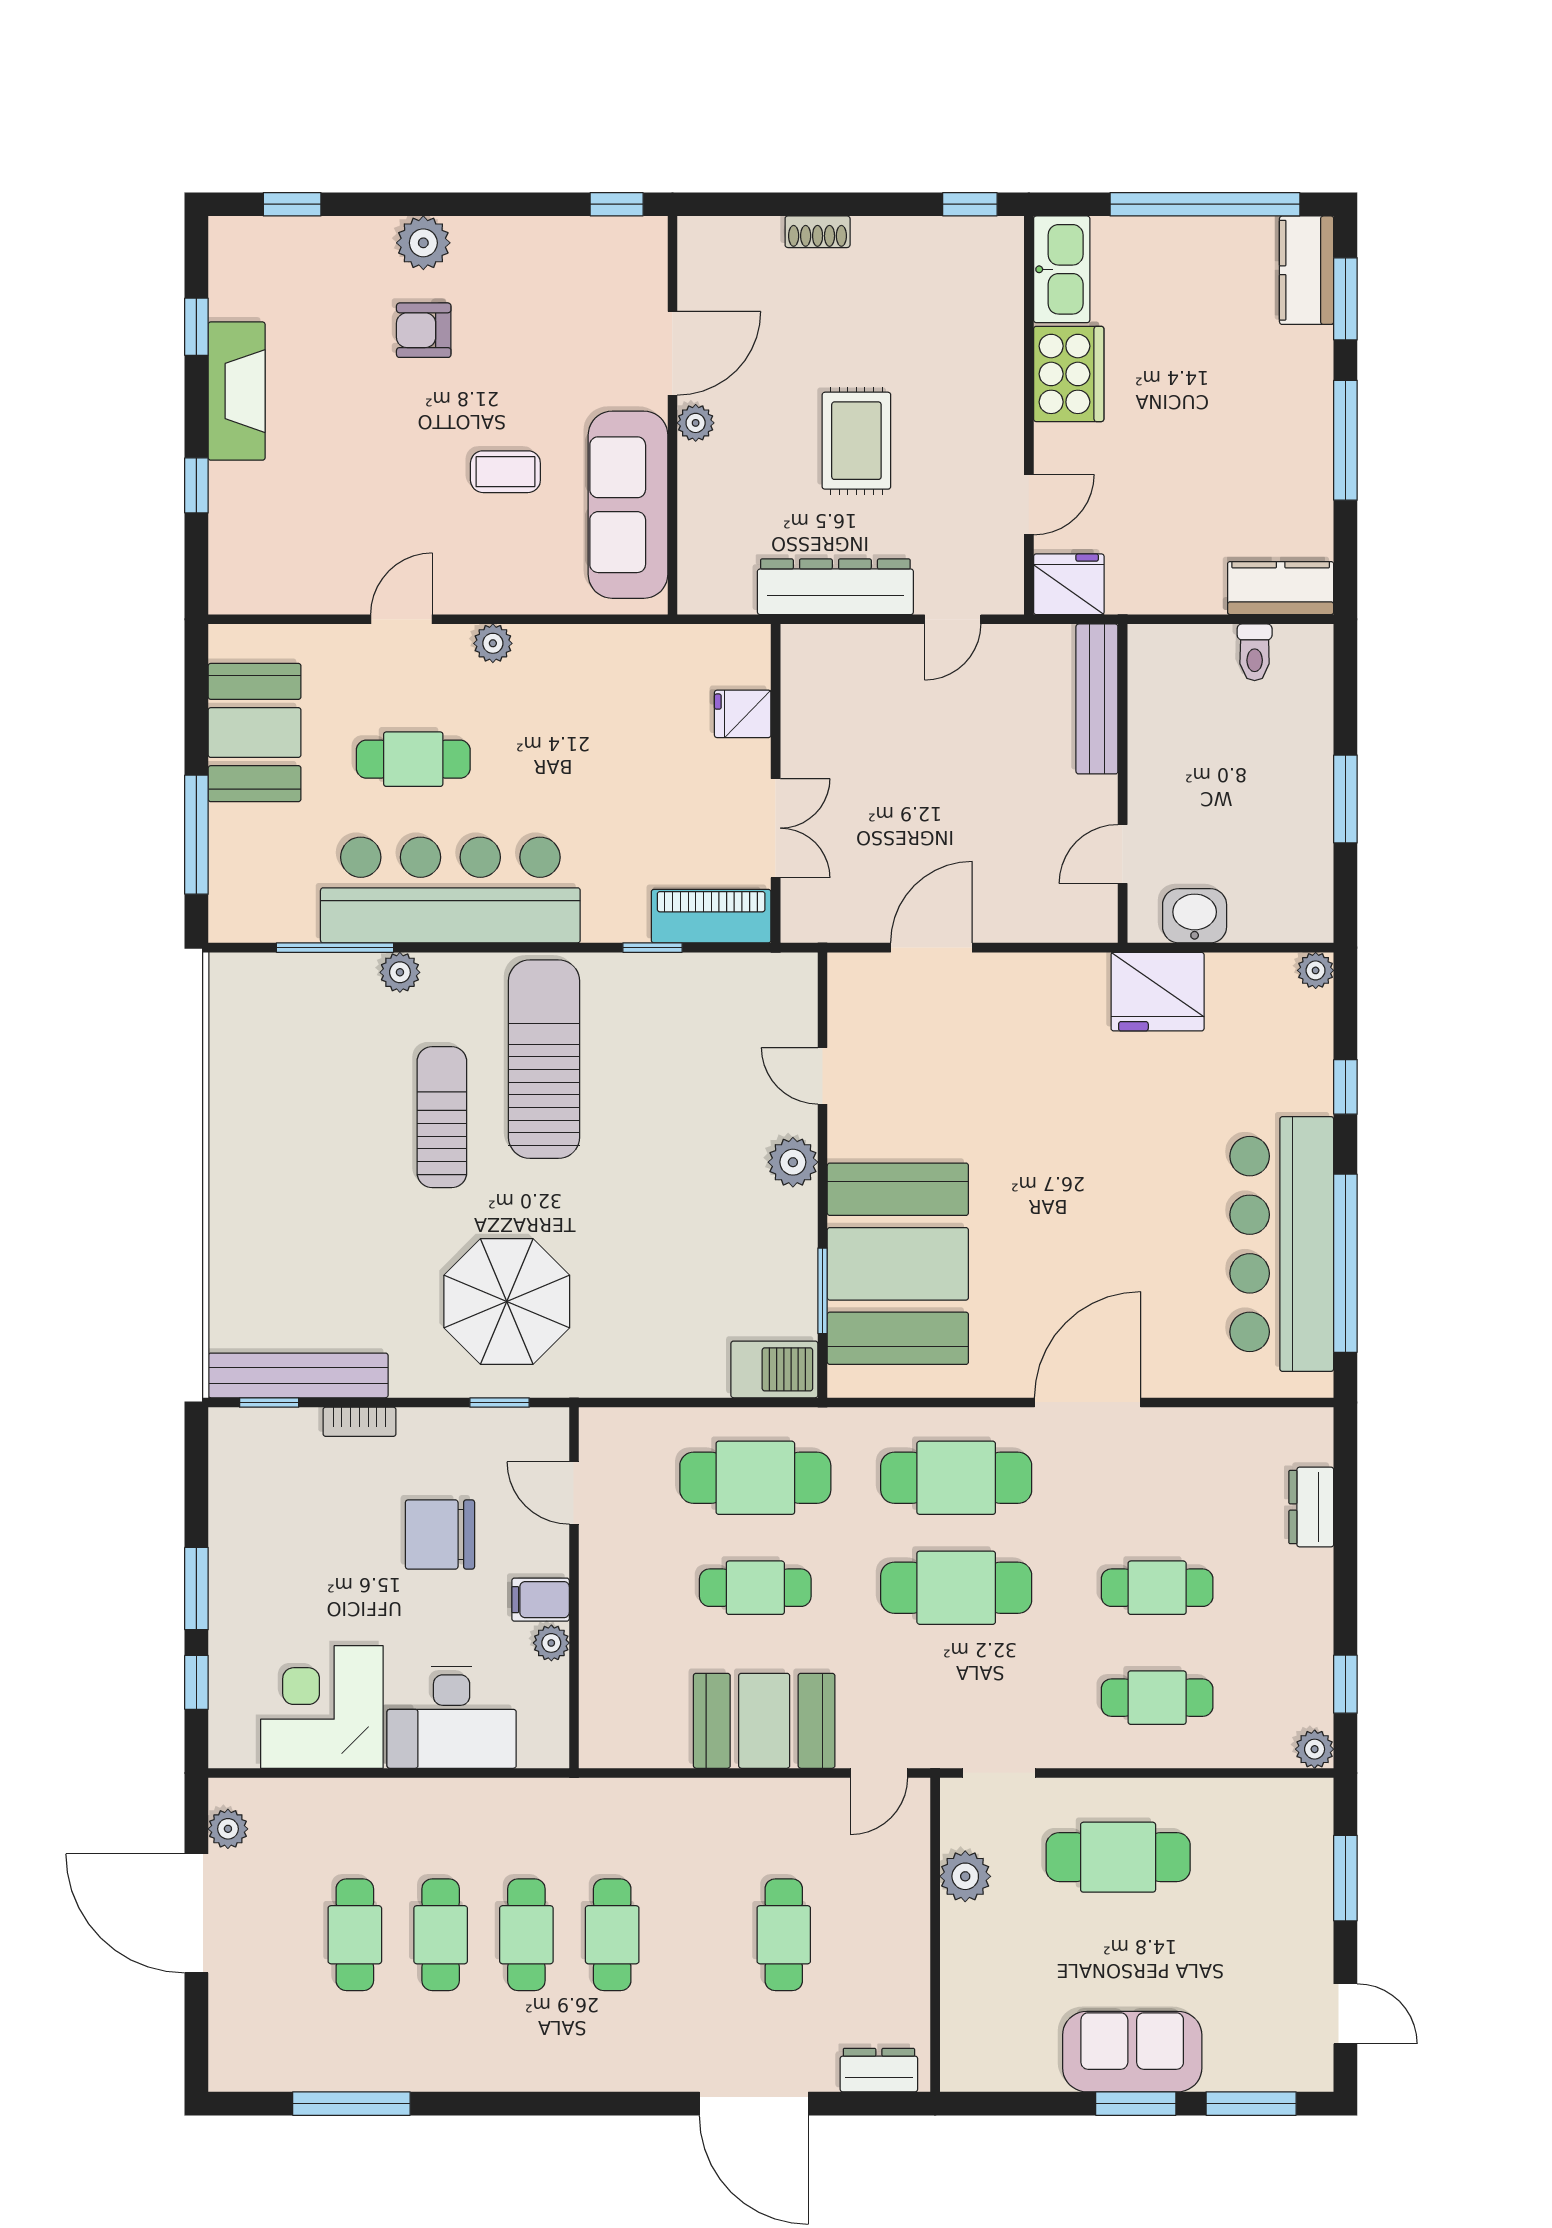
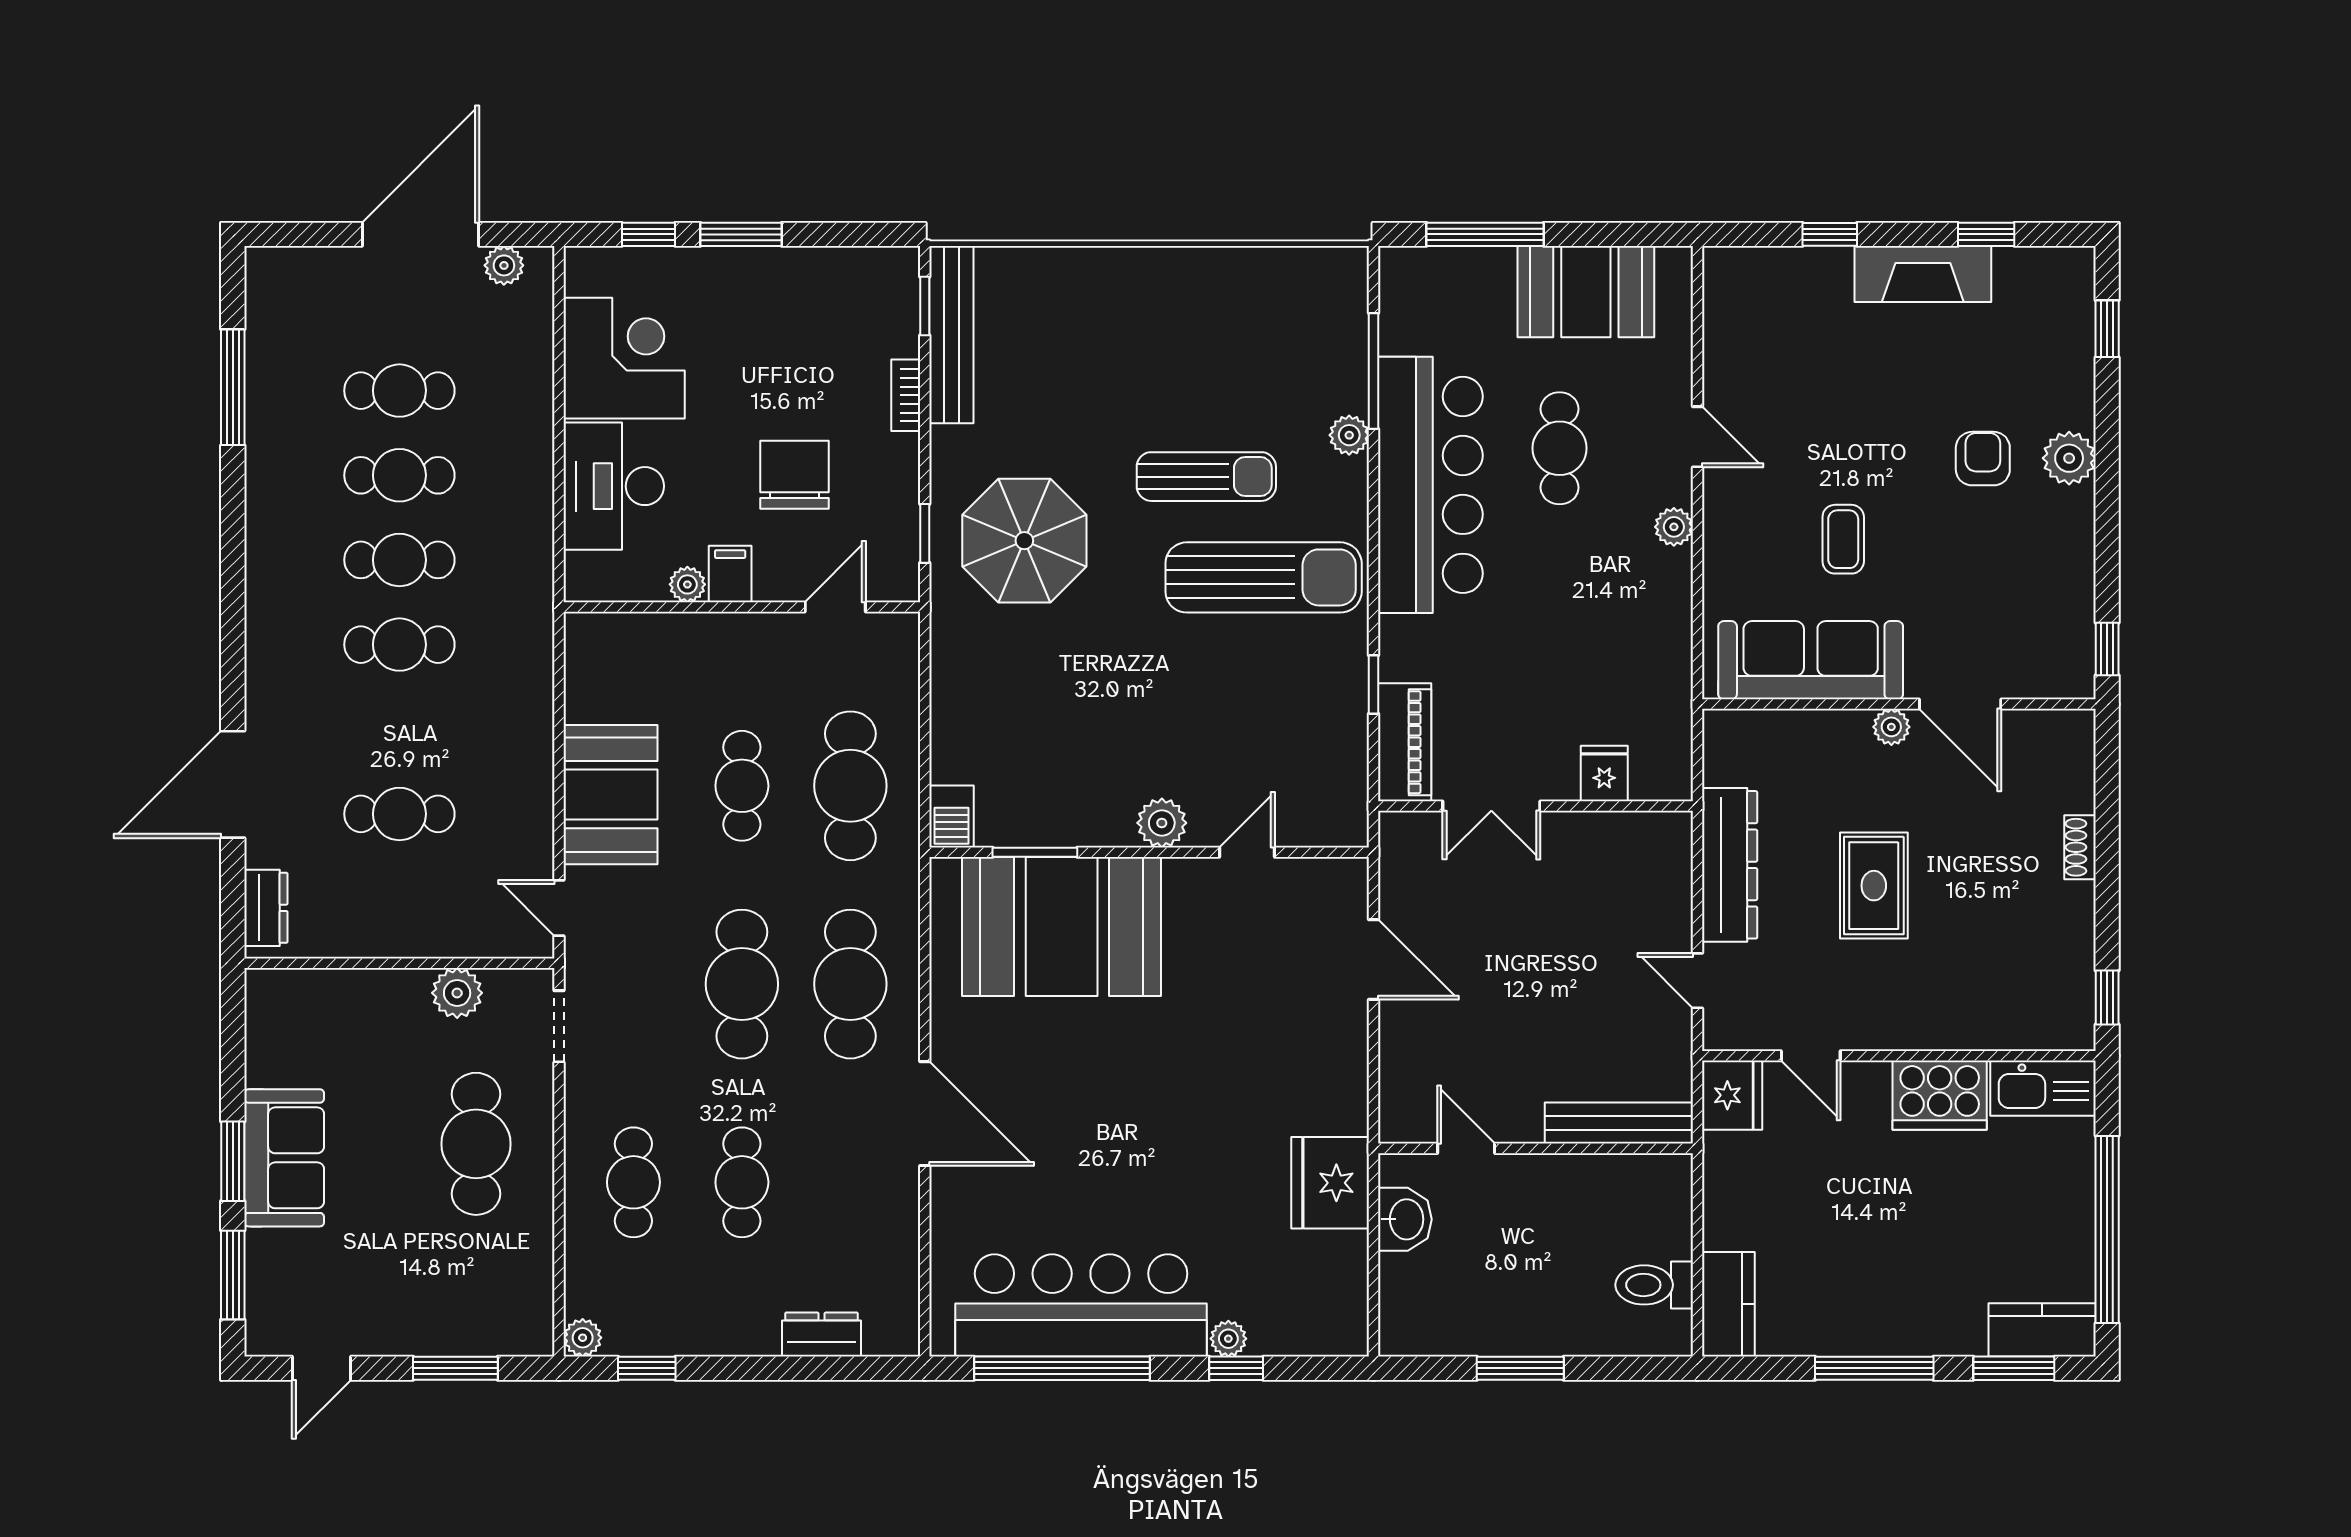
rug: (856, 441) -> (1874, 886), turned 90
toilet: (1255, 652) -> (1654, 1285), width x1.37, depth x1.39
plant: (1316, 970) -> (1228, 1339), moved
barbecue: (774, 1369) -> (951, 816), width x0.73, depth x0.79

